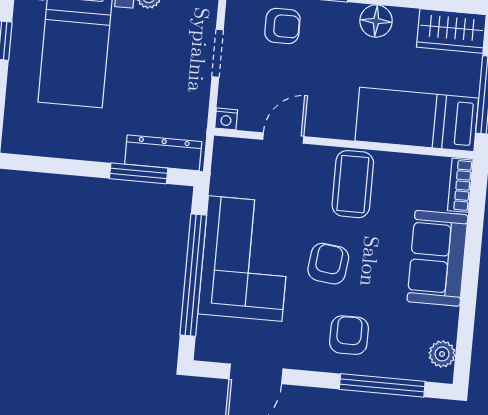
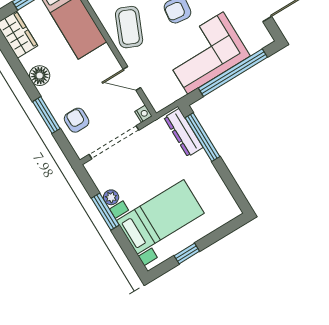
doorway: (218, 53) -> (114, 142), width x1.87
window: (139, 173) -> (203, 137), width x1.44
coffee table: (353, 184) -> (129, 27), turned -67

